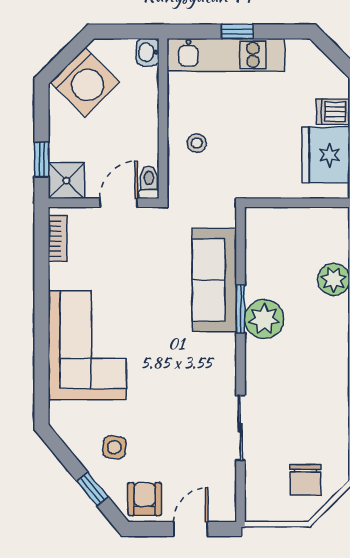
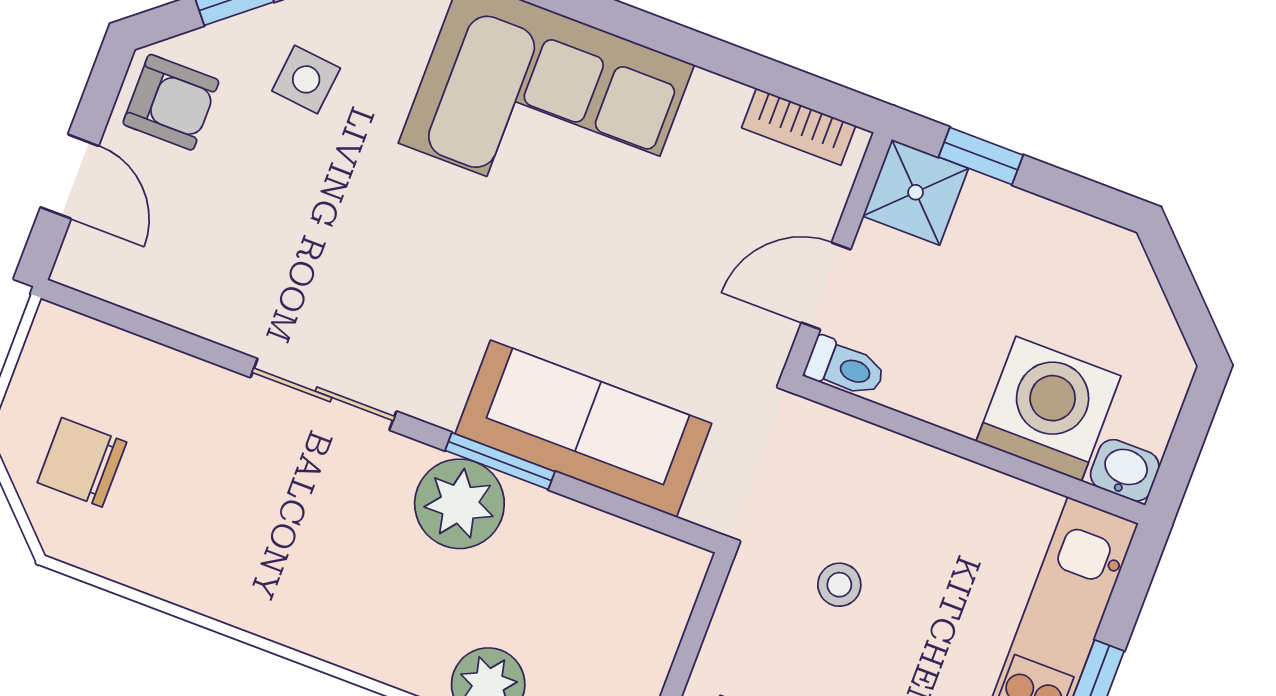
washing machine: (85, 82) -> (1049, 409), moved, turned 135
stool: (197, 143) -> (839, 585), moved
door: (119, 203) -> (826, 286), swing flipped
sliding door: (240, 428) -> (323, 394), moved

